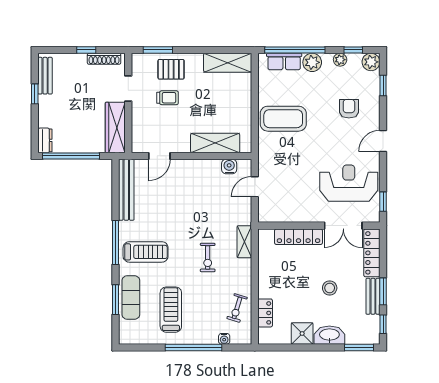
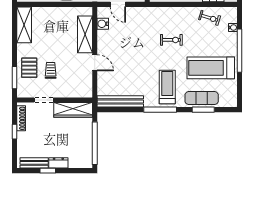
dresser: (45, 140) -> (58, 163), moved
door: (159, 156) -> (95, 63), moved
shelving: (244, 242) -> (159, 12), removed
treadmill: (171, 310) -> (211, 68), width x1.37, depth x1.38

